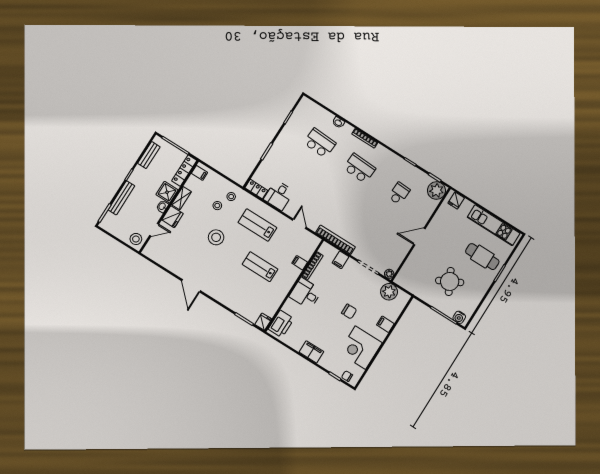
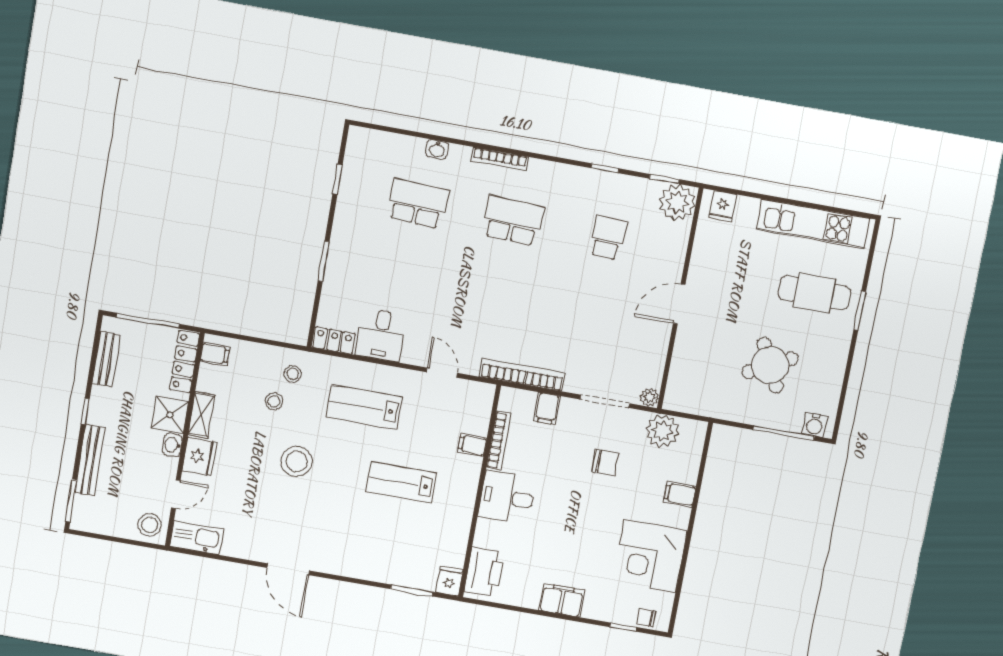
kitchen sink: (155, 254) -> (197, 538), added
chair: (349, 311) -> (605, 463), moved

